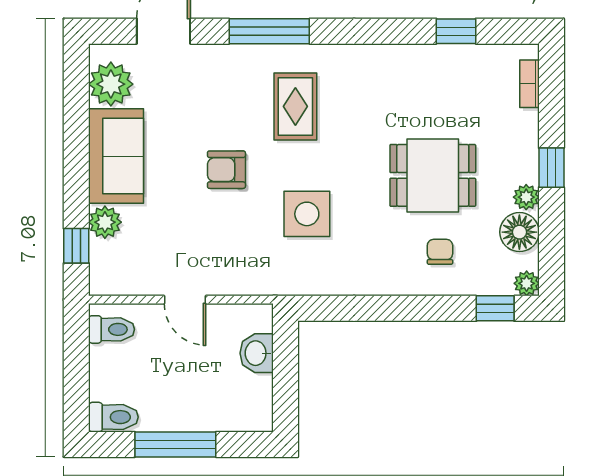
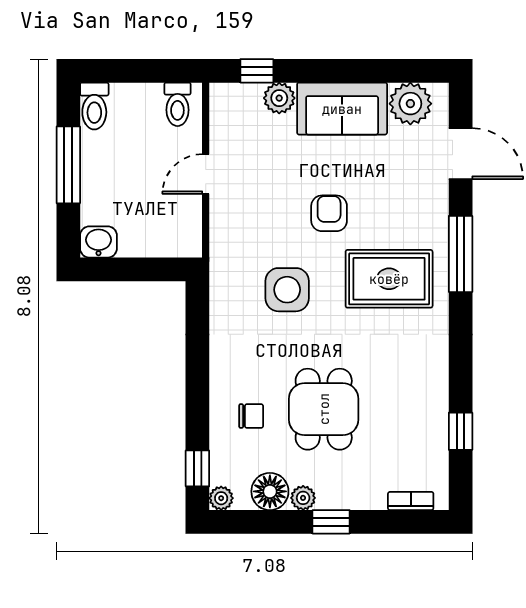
rug: (295, 106) -> (389, 279), width x1.36, depth x1.43
washbasin: (257, 353) -> (98, 242), moved

